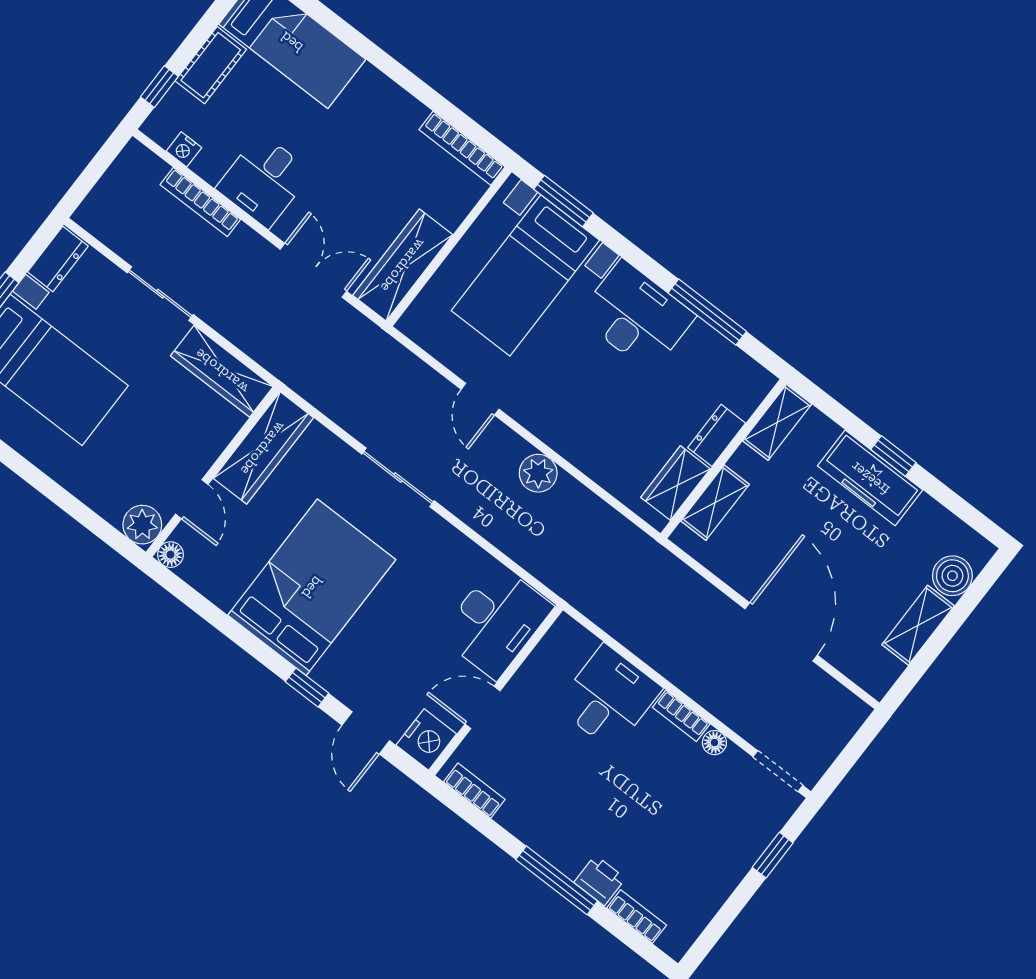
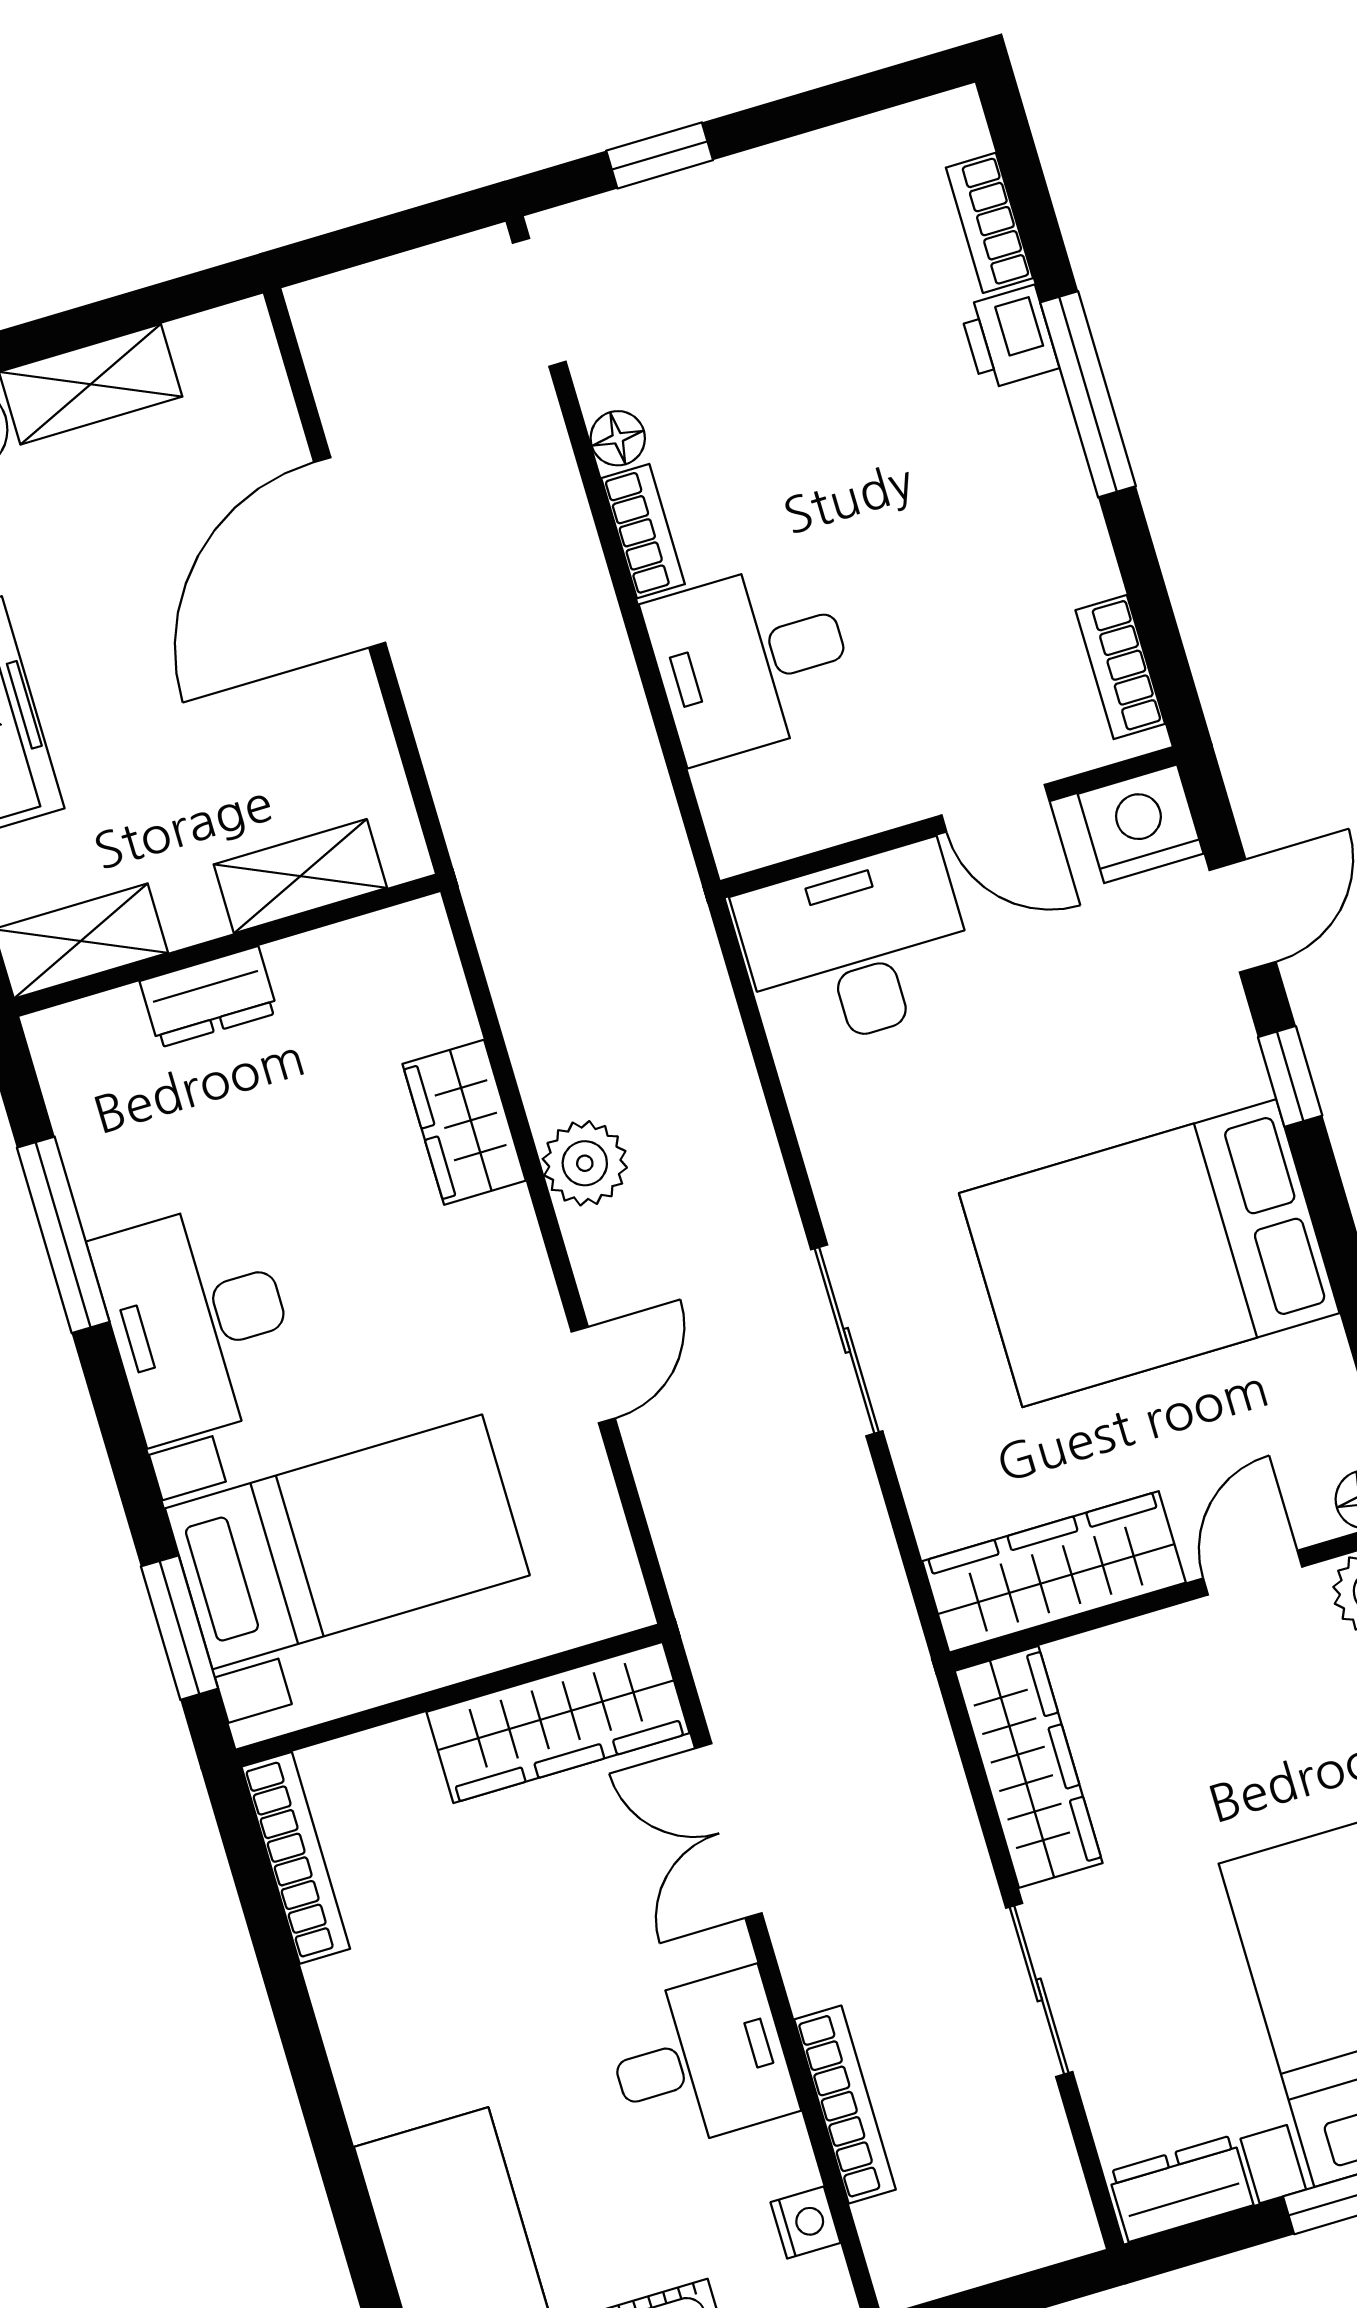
wardrobe: (675, 483) -> (464, 1122), moved, turned 90

